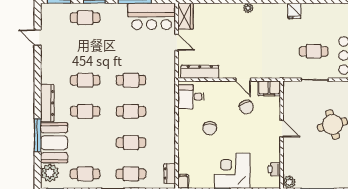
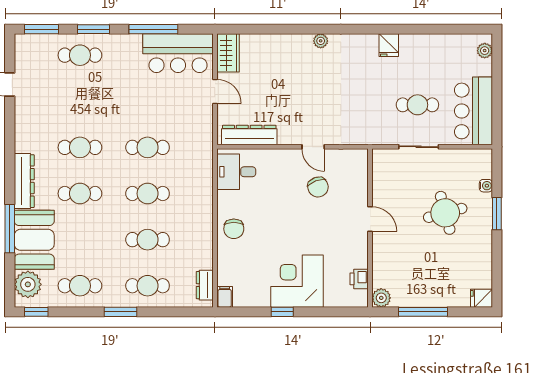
filing cabinet: (269, 88) -> (352, 160), removed
chair: (210, 128) -> (234, 229), moved

